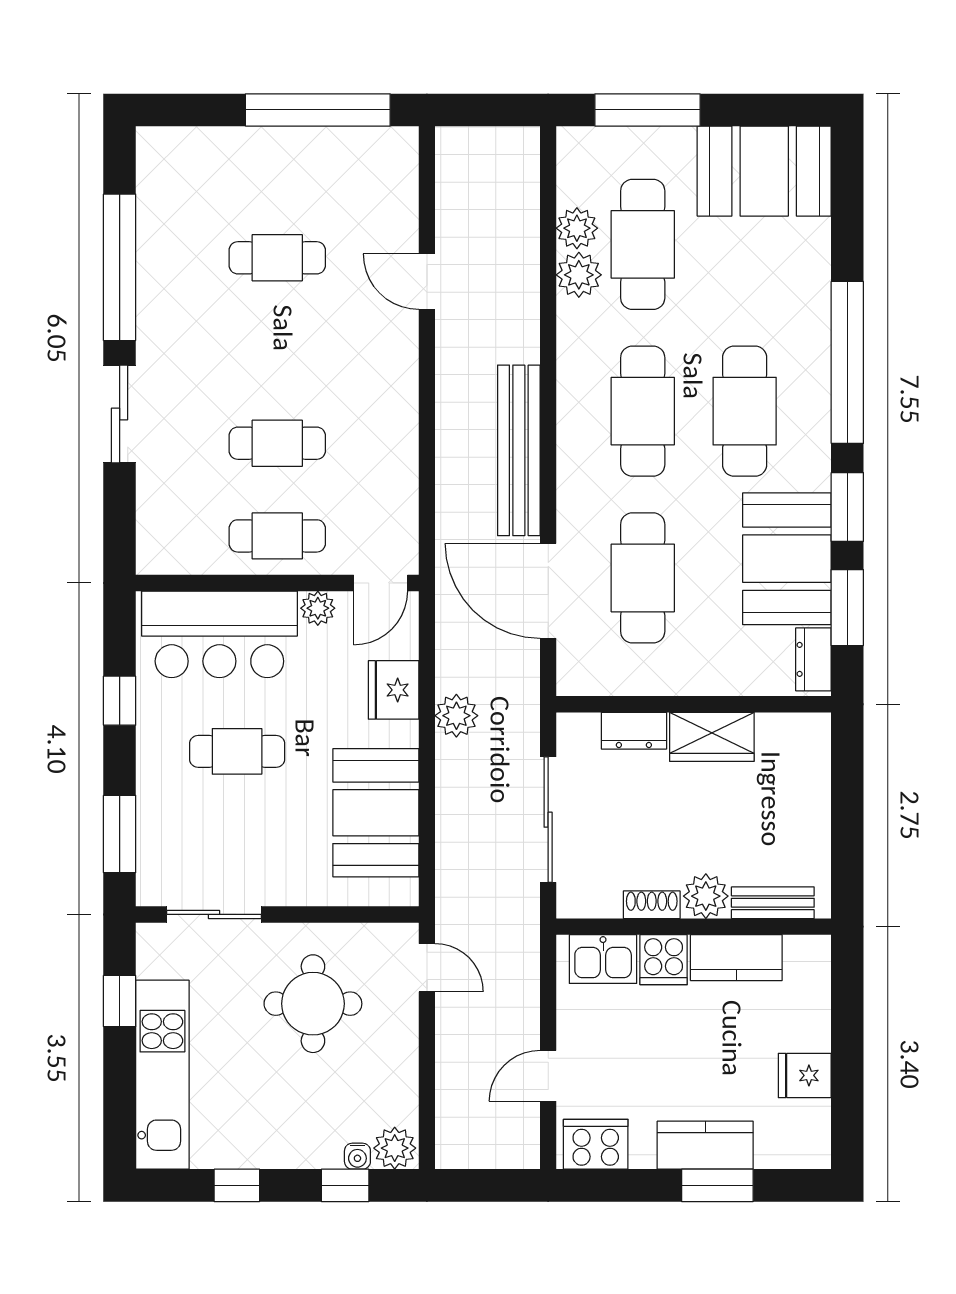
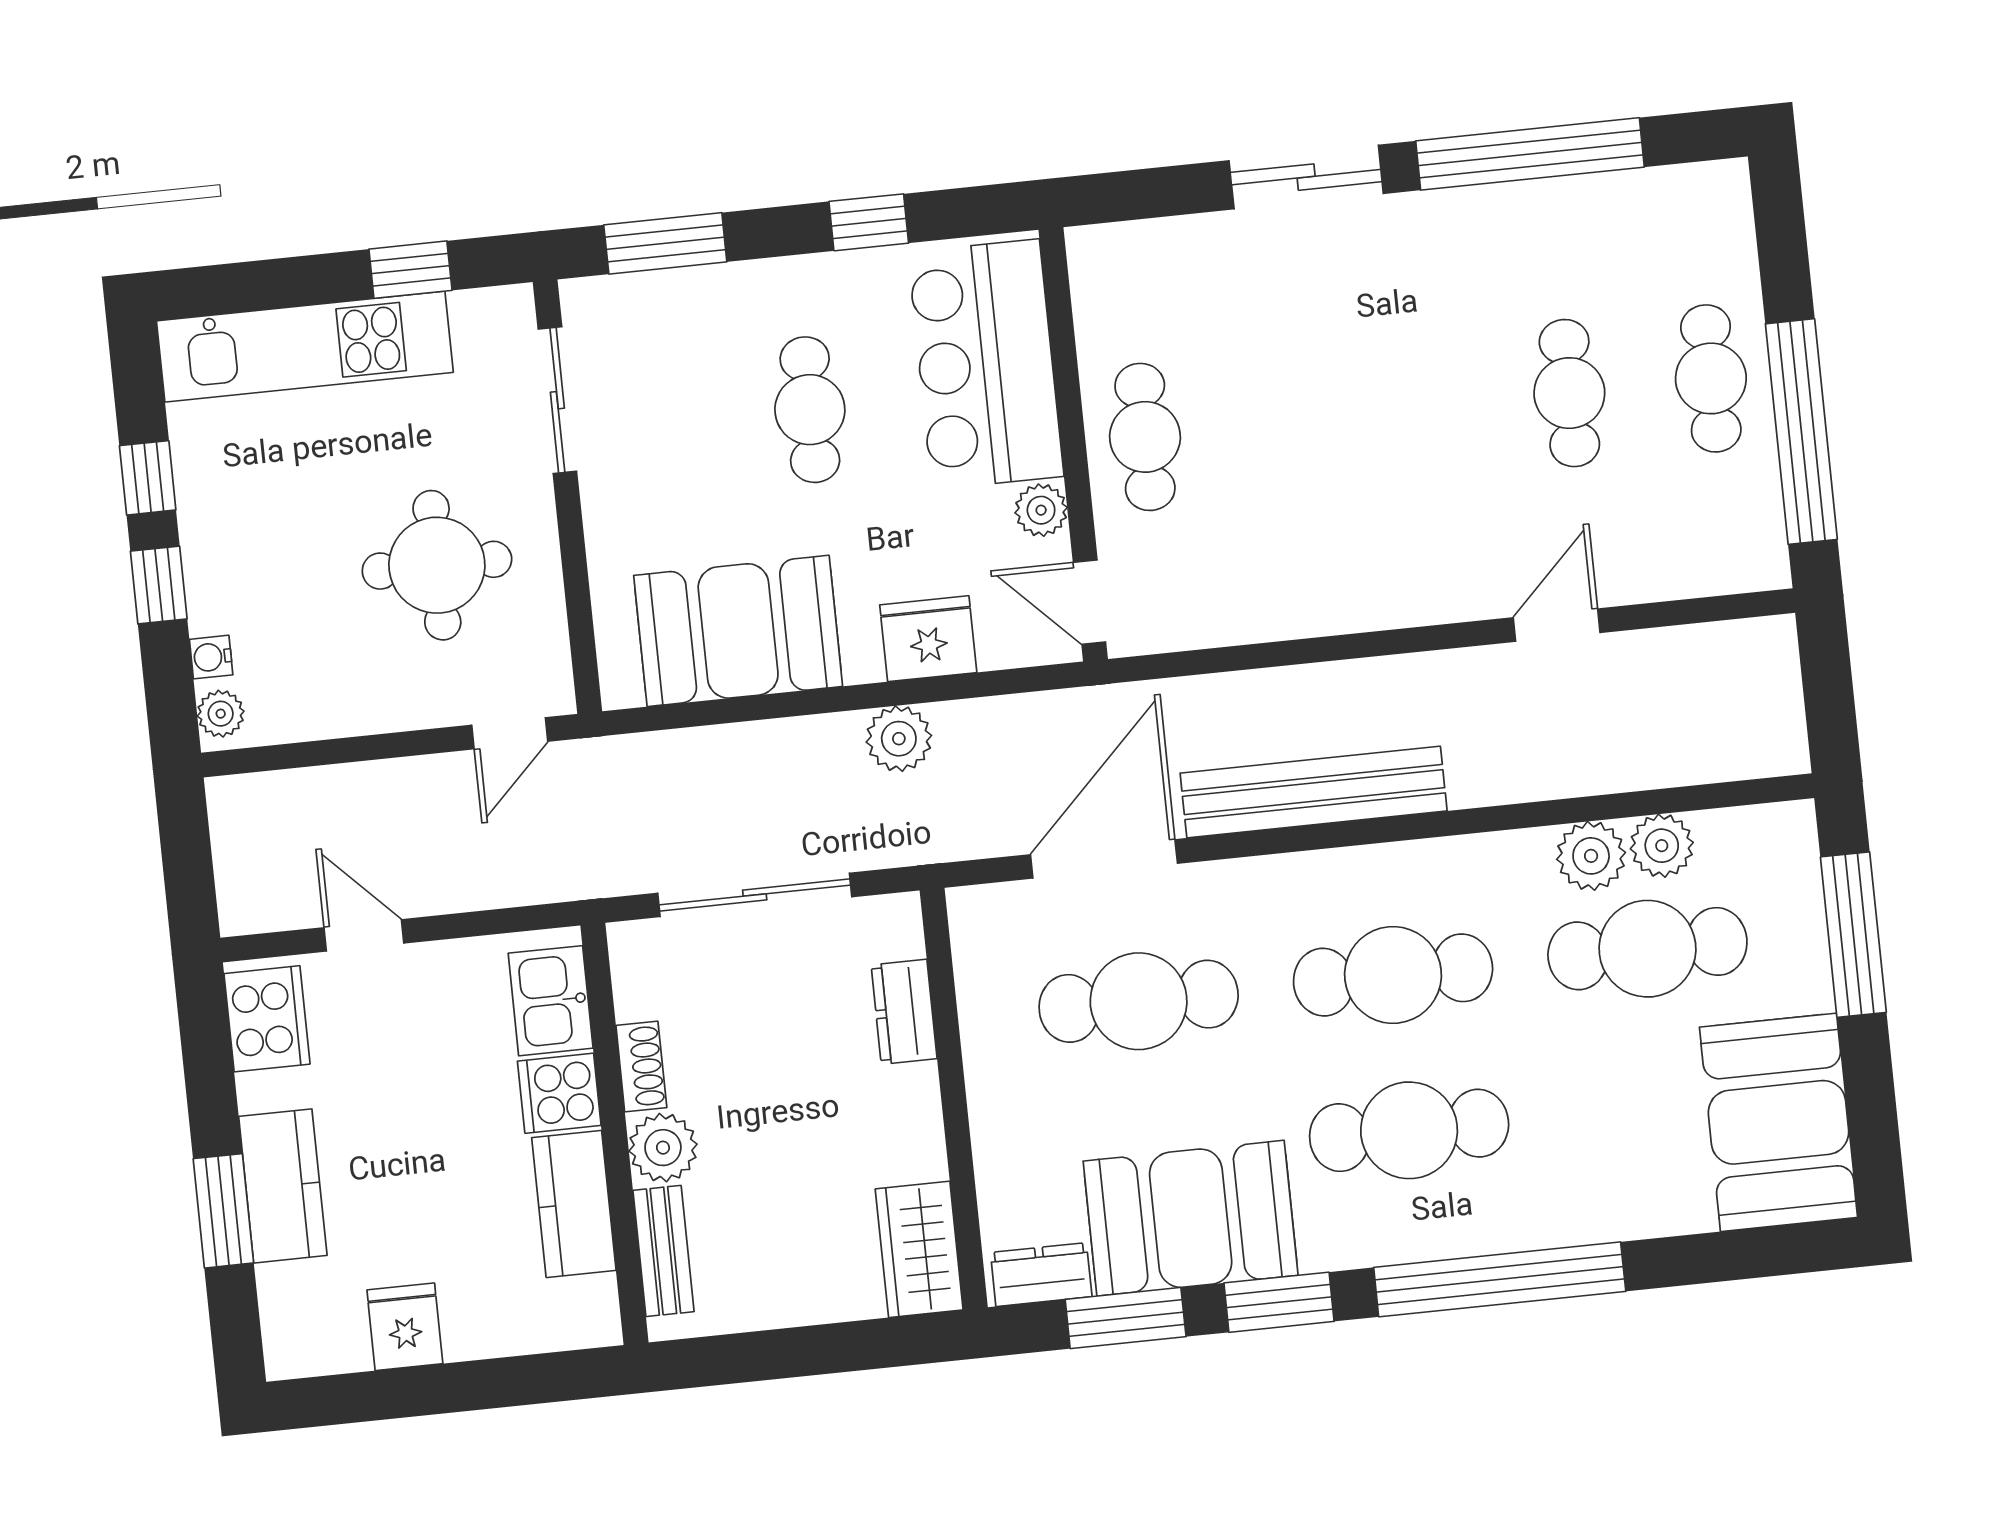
cafe table: (277, 443) -> (1711, 378), moved
wardrobe: (712, 737) -> (919, 1249), moved
plant: (395, 1148) -> (221, 714), width x0.73, depth x0.73
window: (345, 1185) -> (159, 585), moved

